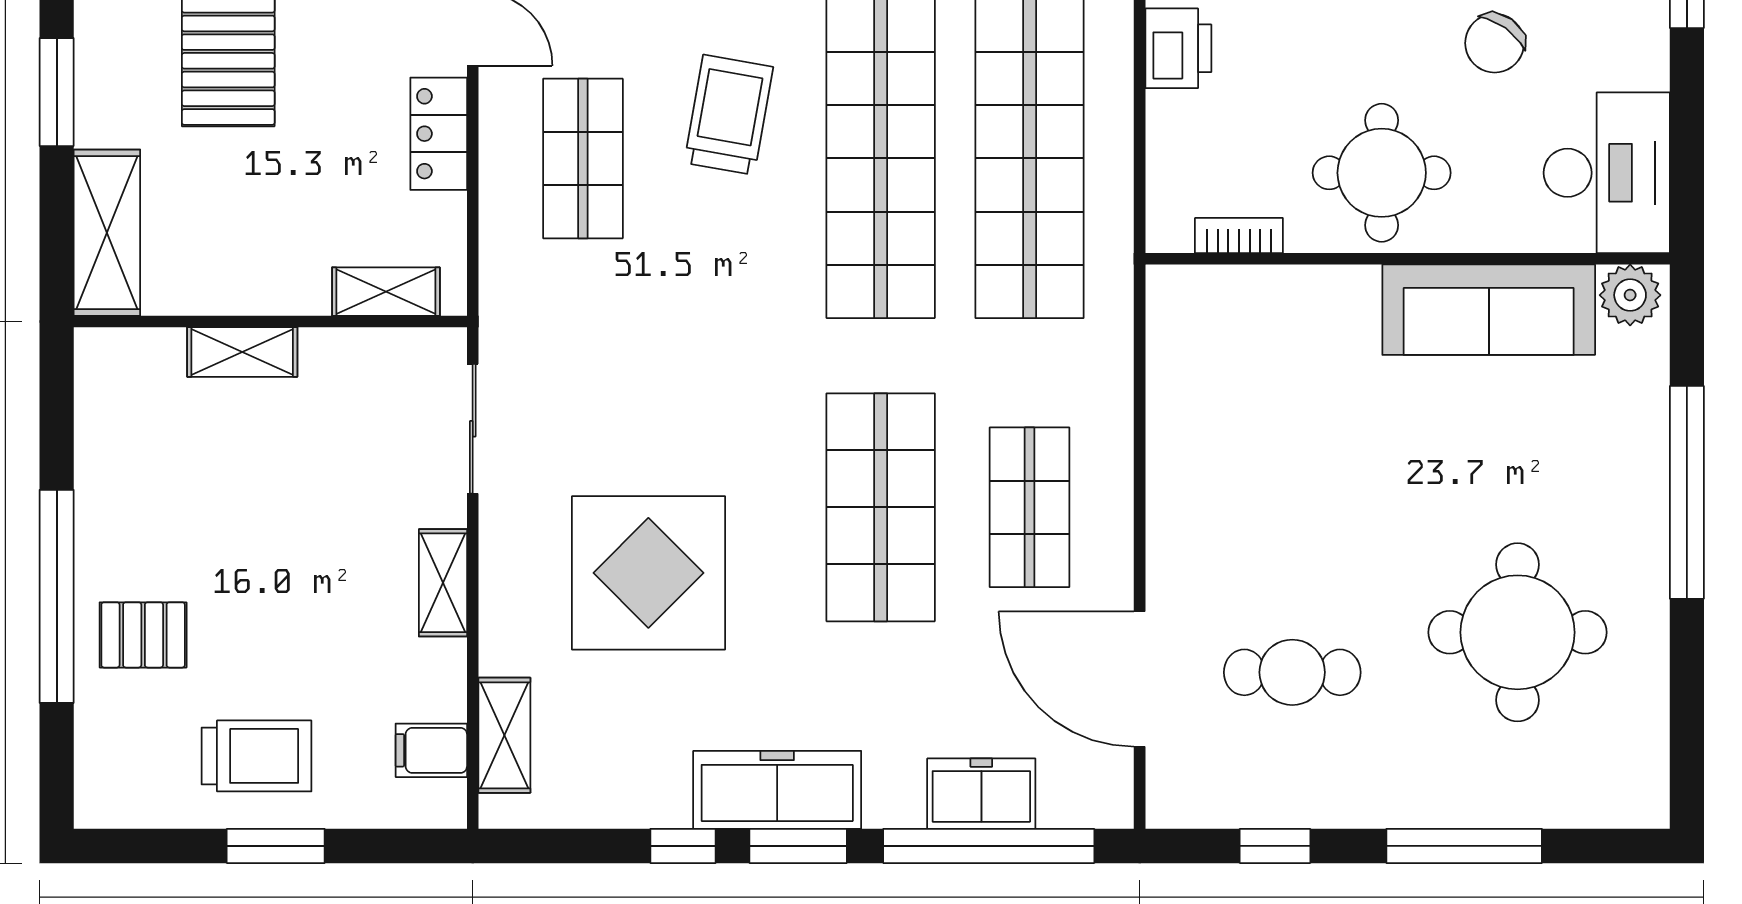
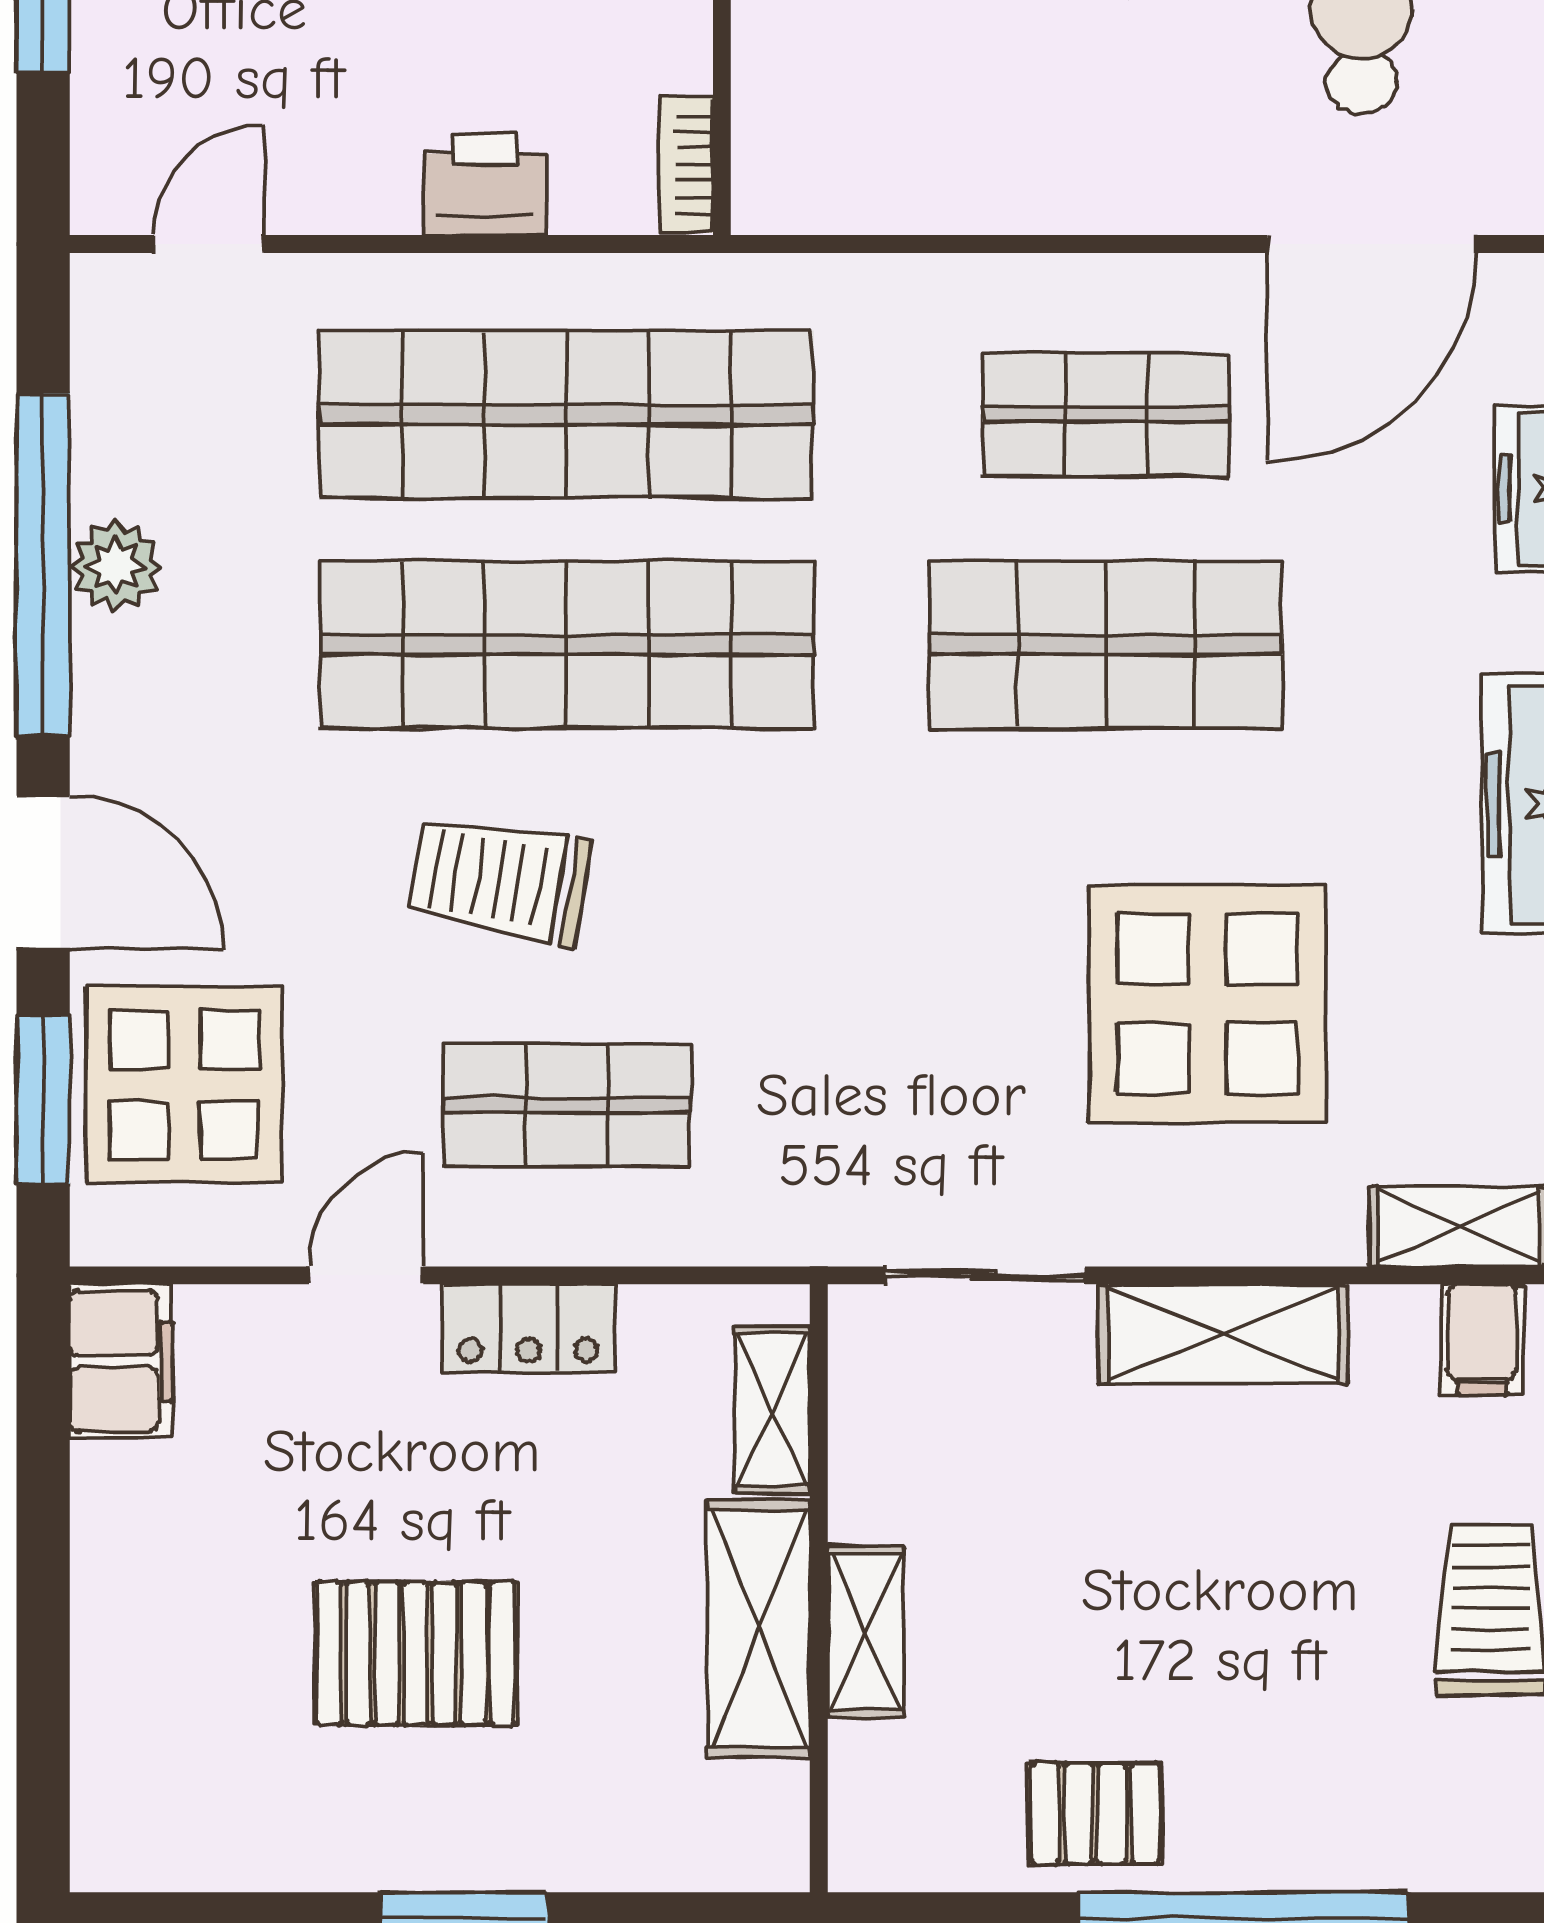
printer: (1178, 48) -> (485, 184), moved
shelving: (107, 233) -> (759, 1629), moved, turned 90
bookcase: (1239, 235) -> (686, 165), moved
shelving: (443, 583) -> (1223, 1334), width x1.50, depth x1.33
pallet: (143, 635) -> (1095, 1813), moved, turned 90

